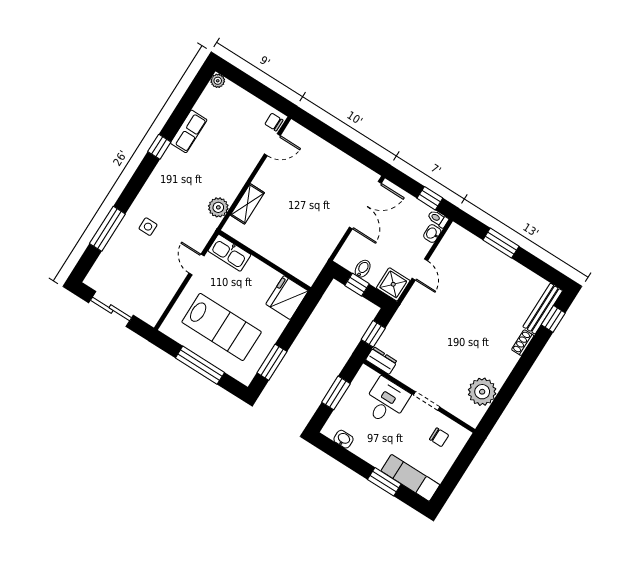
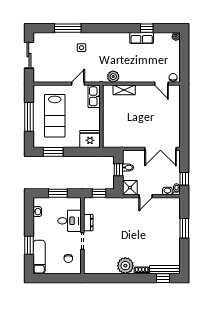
window: (159, 147) -> (147, 28), moved
dresser: (381, 361) -> (88, 223), moved
plant: (482, 392) -> (125, 266), moved

